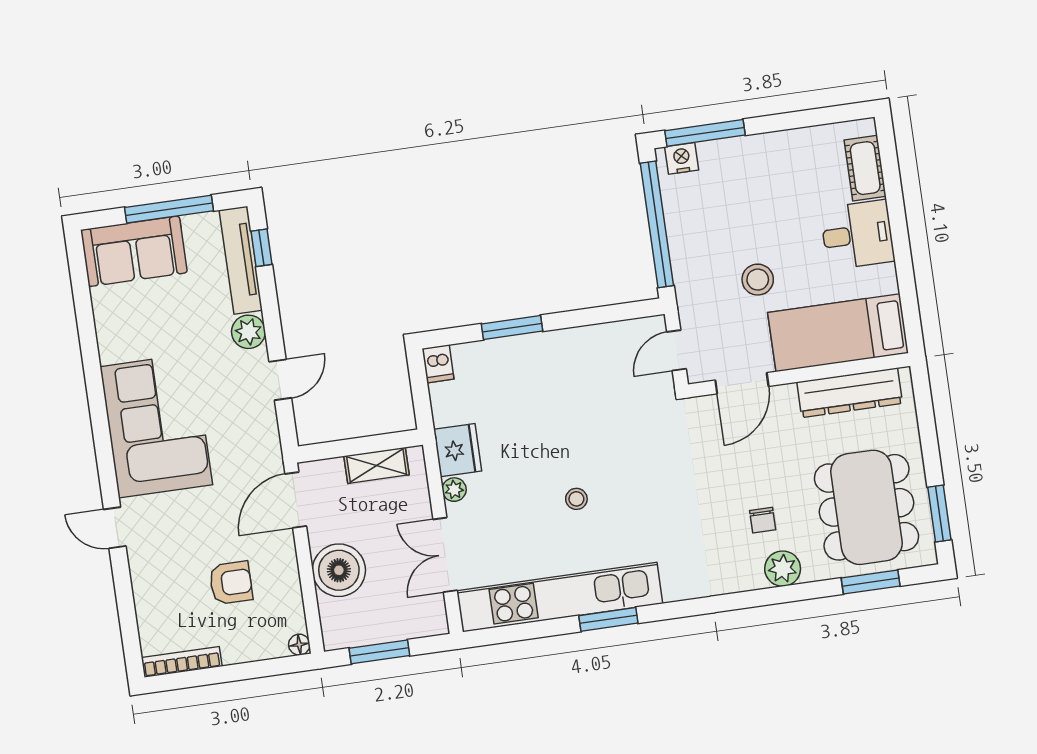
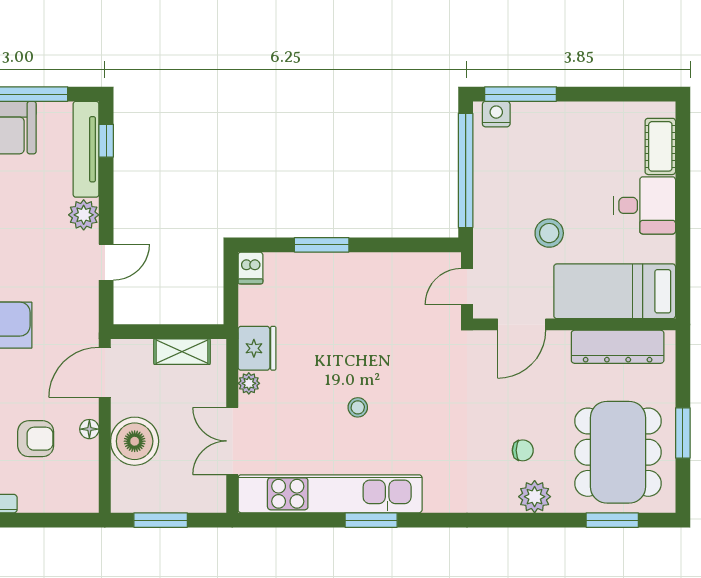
window: (939, 513) -> (683, 433), moved
chair: (763, 520) -> (523, 450), turned -90
floor lamp: (299, 645) -> (89, 429), moved

